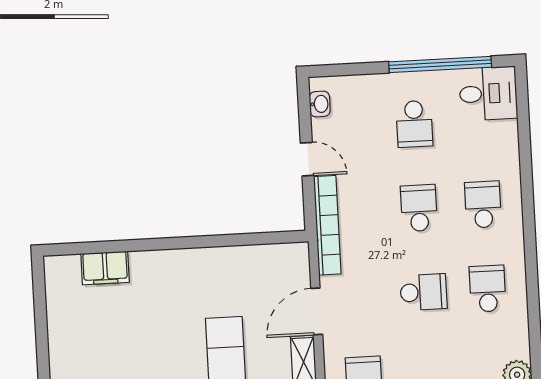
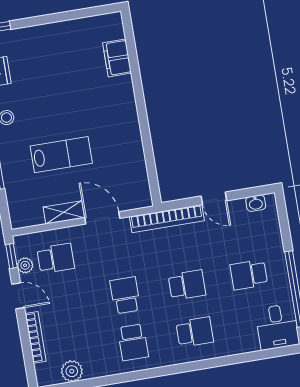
door: (307, 159) -> (214, 198), hinge flipped
school desk: (488, 289) -> (133, 342), turned 90
school desk: (423, 292) -> (125, 295), turned 180

